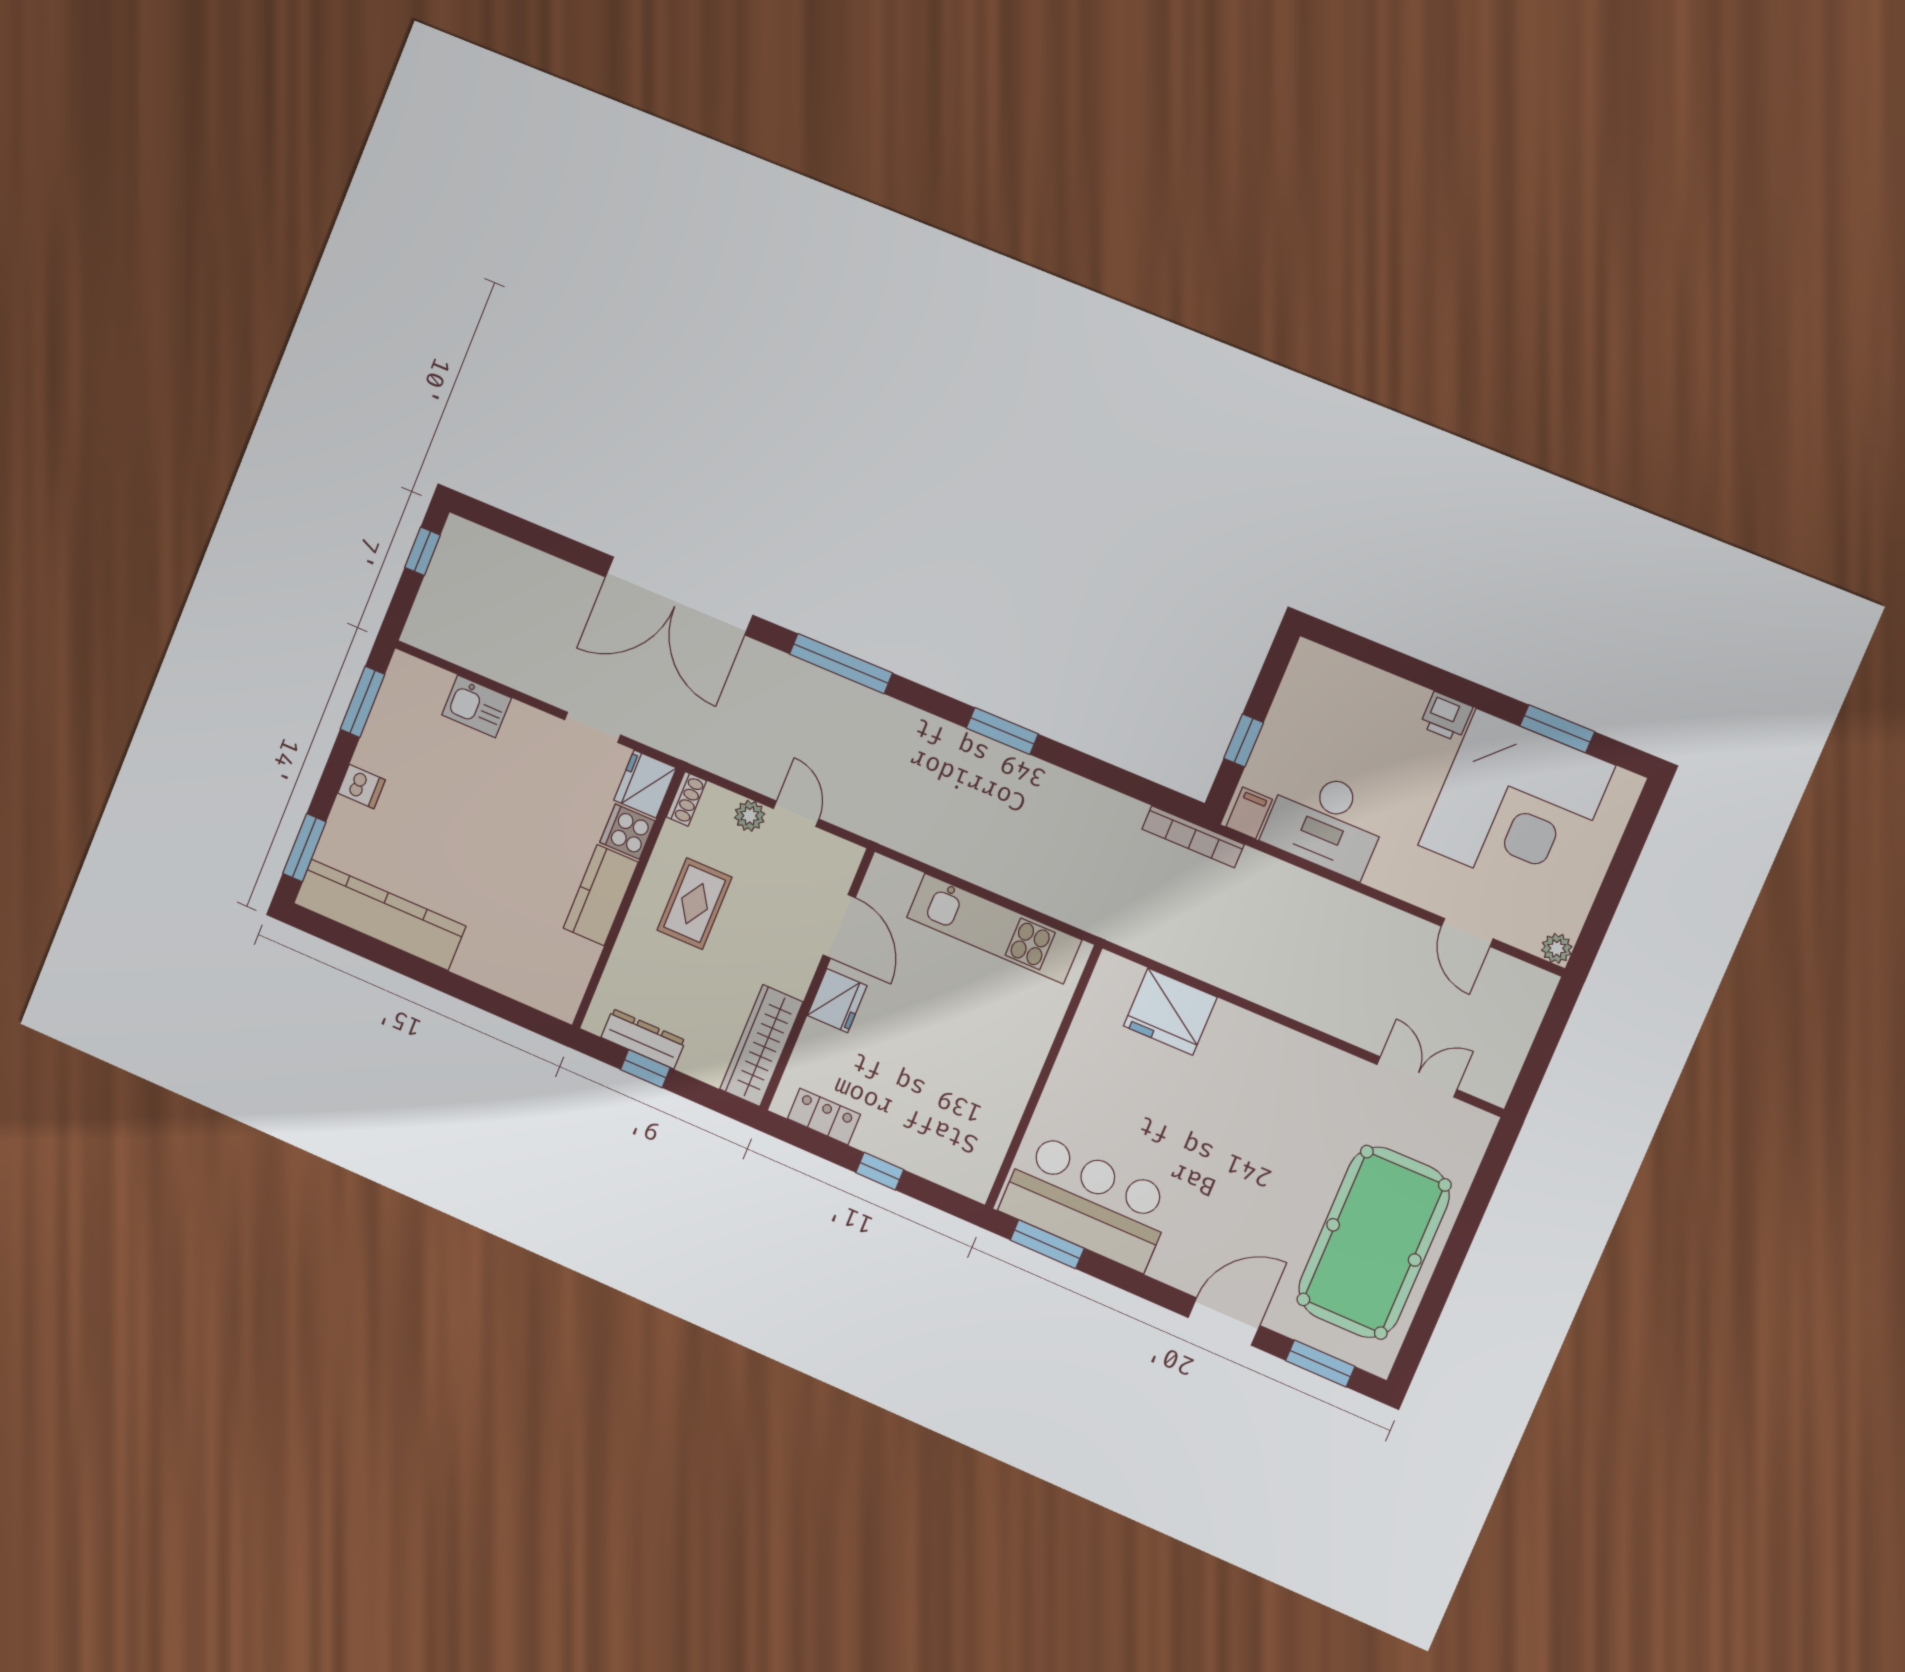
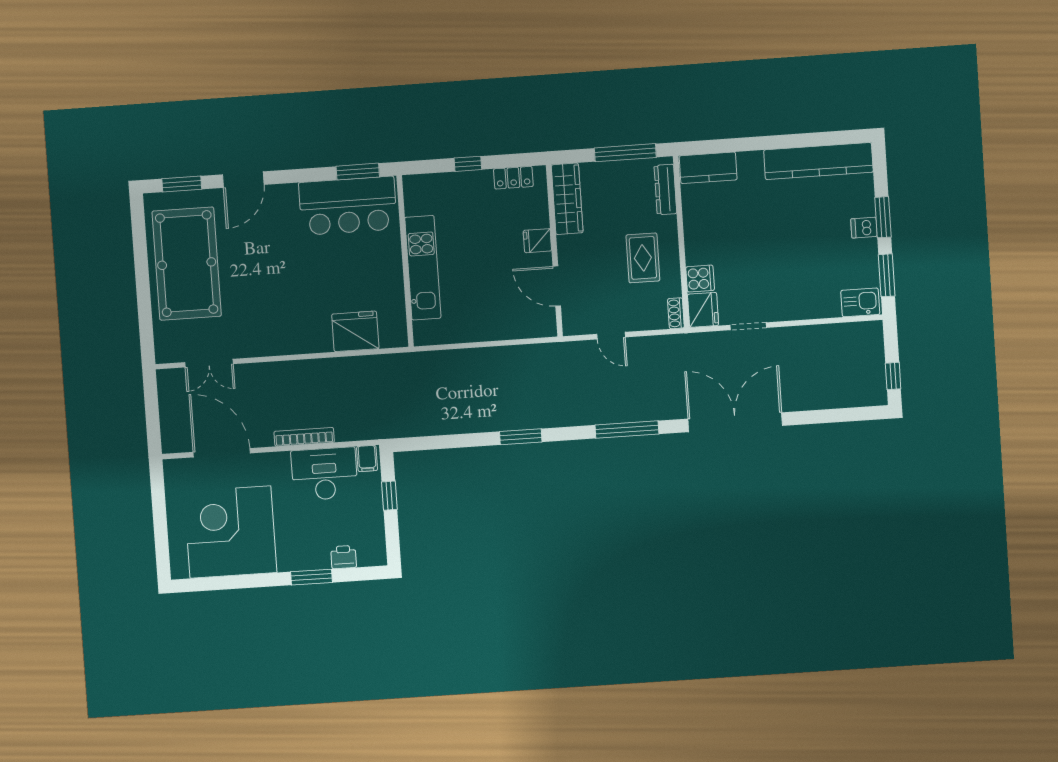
kitchen sink: (477, 706) -> (860, 302), moved
printer: (1446, 717) -> (344, 557), moved
window: (1557, 729) -> (311, 577), moved
plant: (750, 816) -> (636, 322), removed
bookcase: (1193, 837) -> (304, 437), moved
window: (304, 848) -> (883, 217), moved
kitchen counter: (601, 895) -> (708, 168), moved, turned 90
kitchen unit: (994, 929) -> (423, 268), moved, turned 90
door: (1467, 932) -> (222, 453), width x1.87
plant: (1557, 948) -> (172, 468), removed
fridge: (837, 1001) -> (537, 241), width x0.72
dresser: (643, 1039) -> (665, 190), moved, turned 90
window: (645, 1069) -> (625, 153), width x2.17

